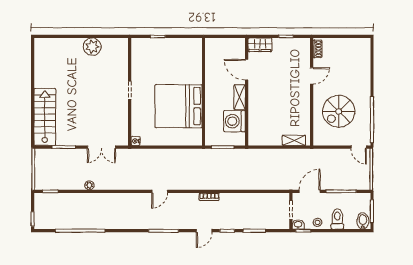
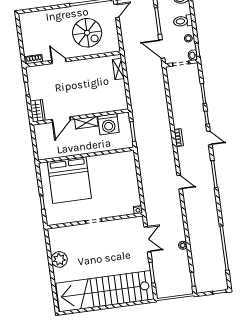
bed: (178, 106) -> (69, 180), moved
stairs: (45, 117) -> (105, 291), width x1.86, depth x1.51

